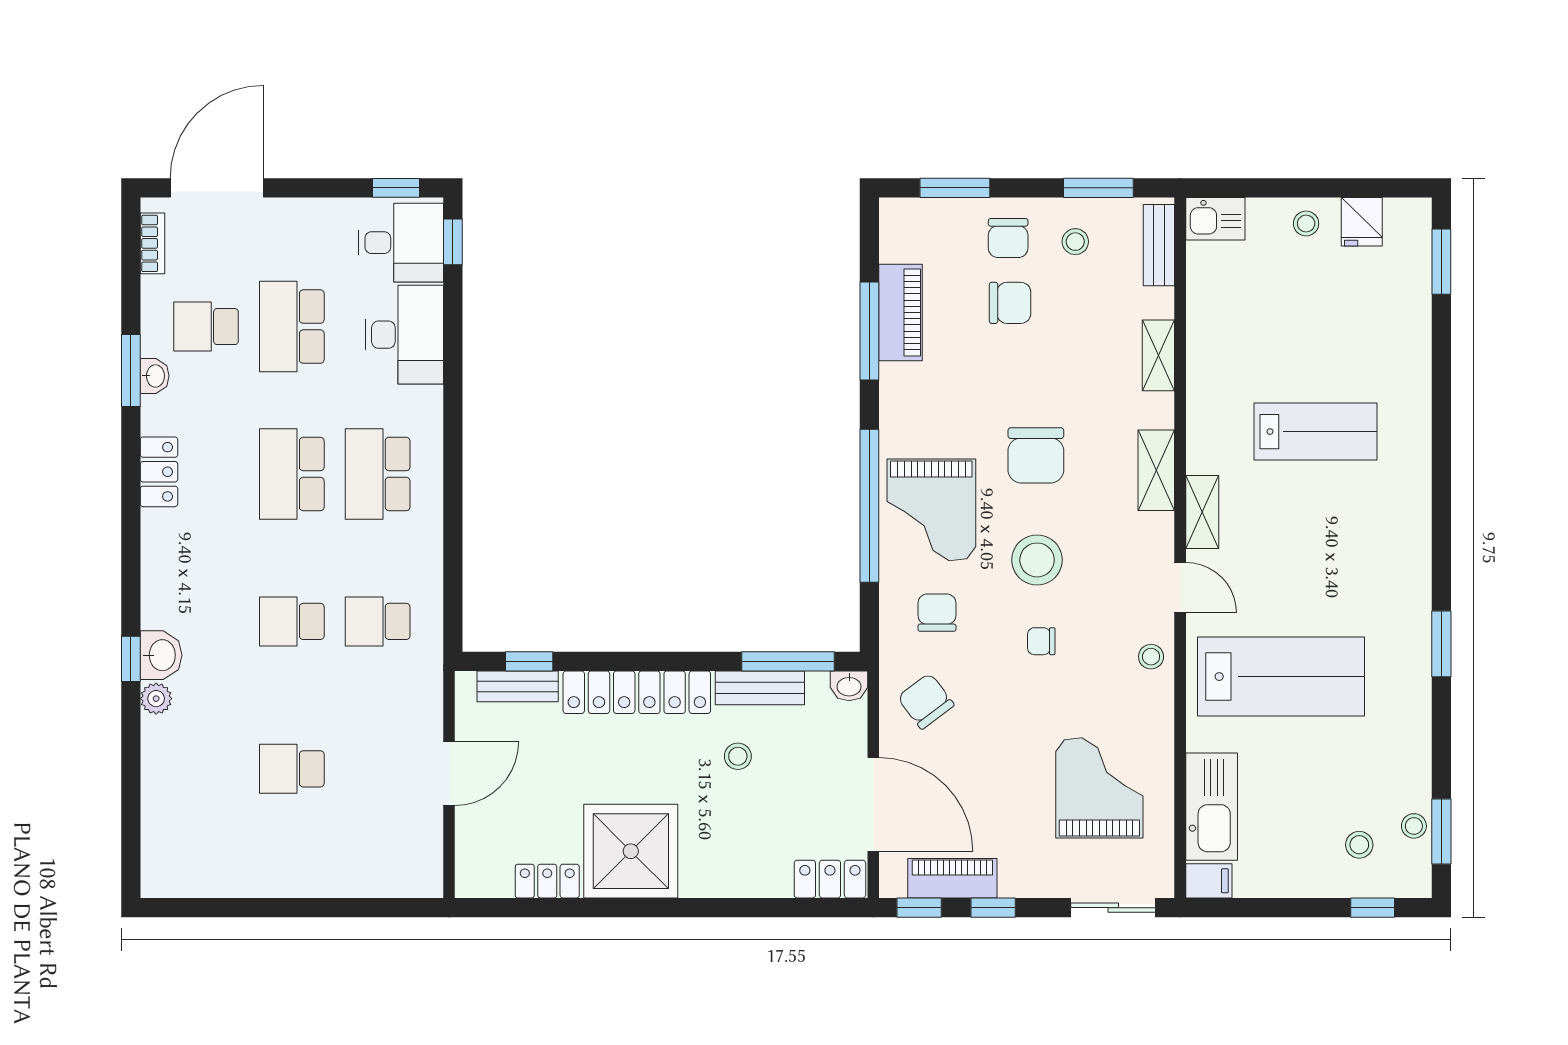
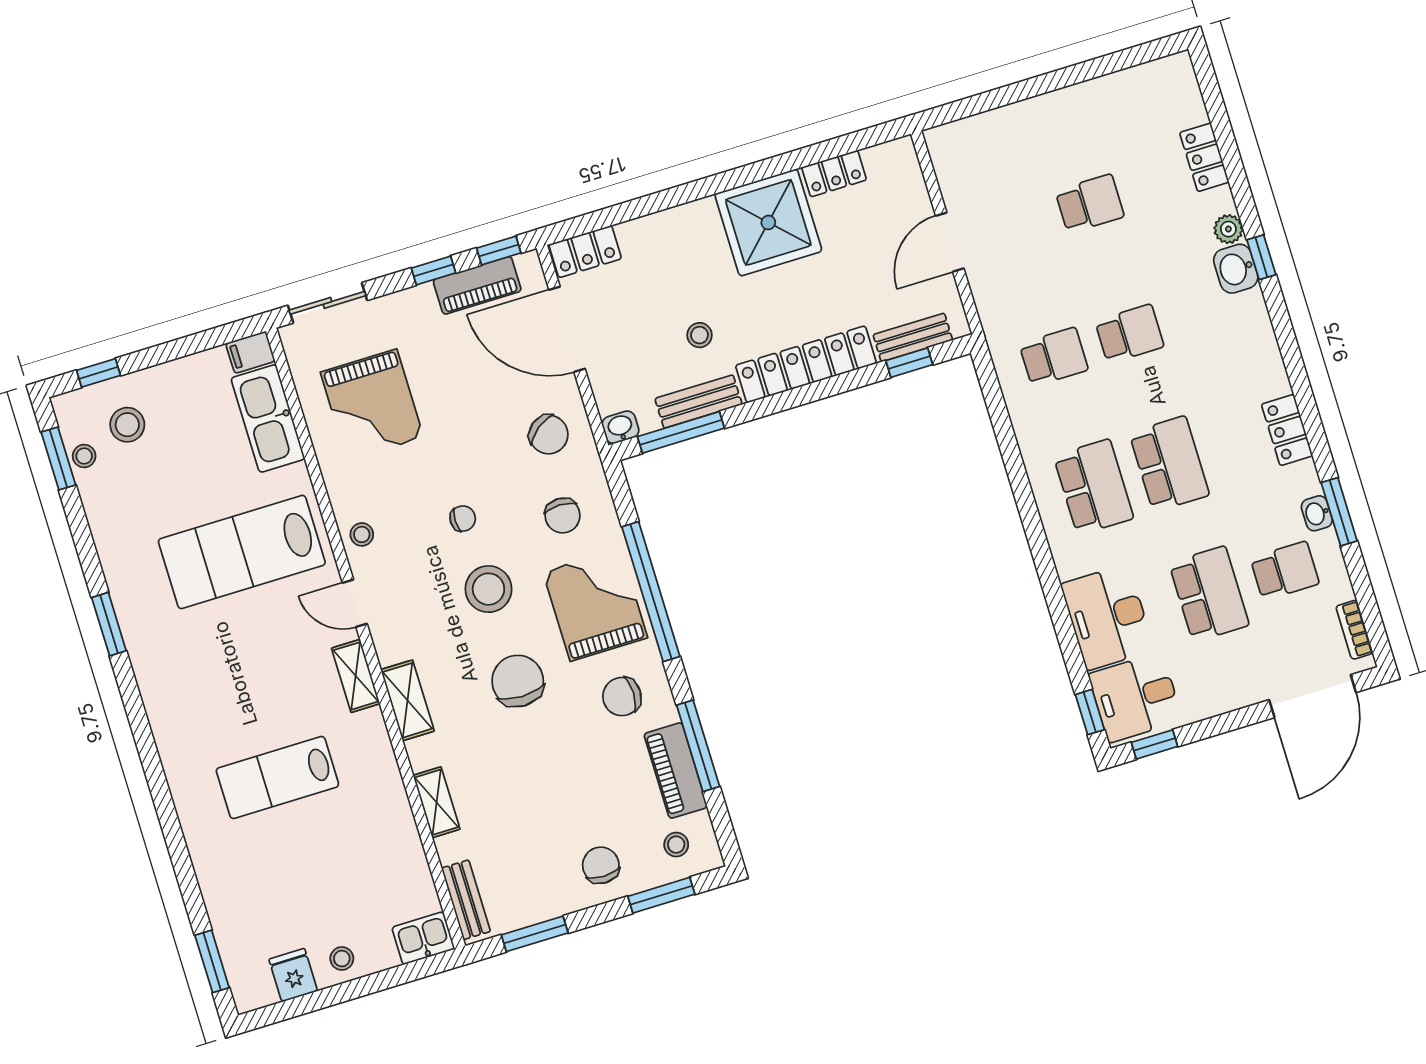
stool: (1075, 242) -> (676, 845), moved
chair: (1010, 303) -> (622, 697), moved
locker: (158, 781) -> (1204, 157), added
stool: (1359, 845) -> (127, 425), width x1.37, depth x1.37

